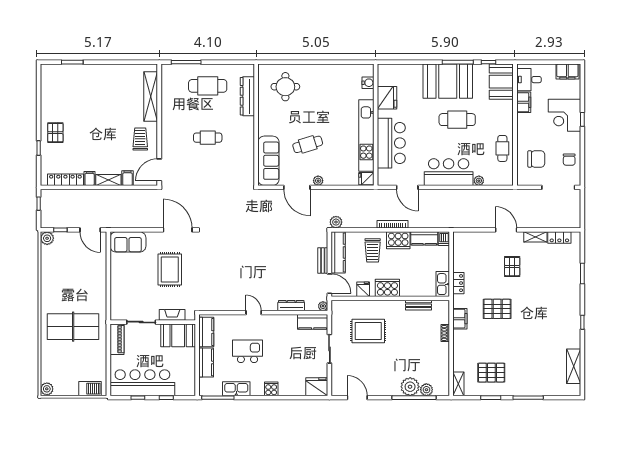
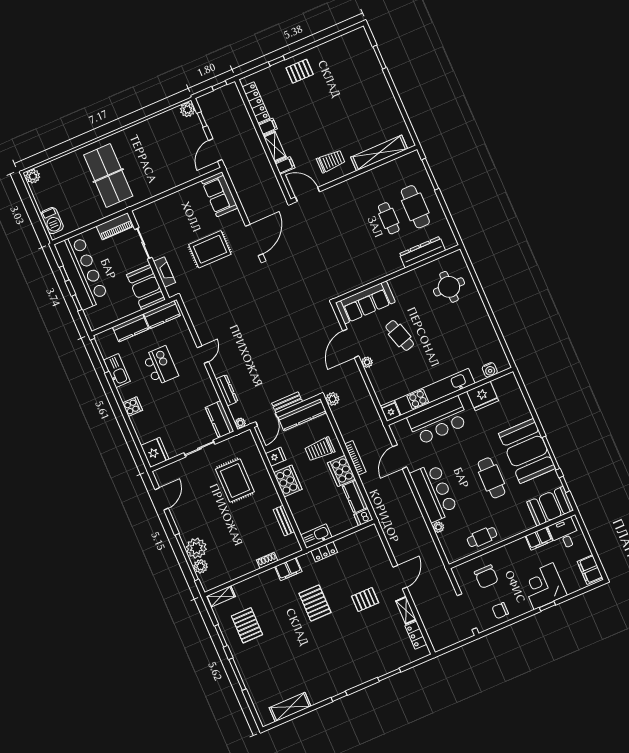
cafe table: (208, 138) -> (389, 218), moved

